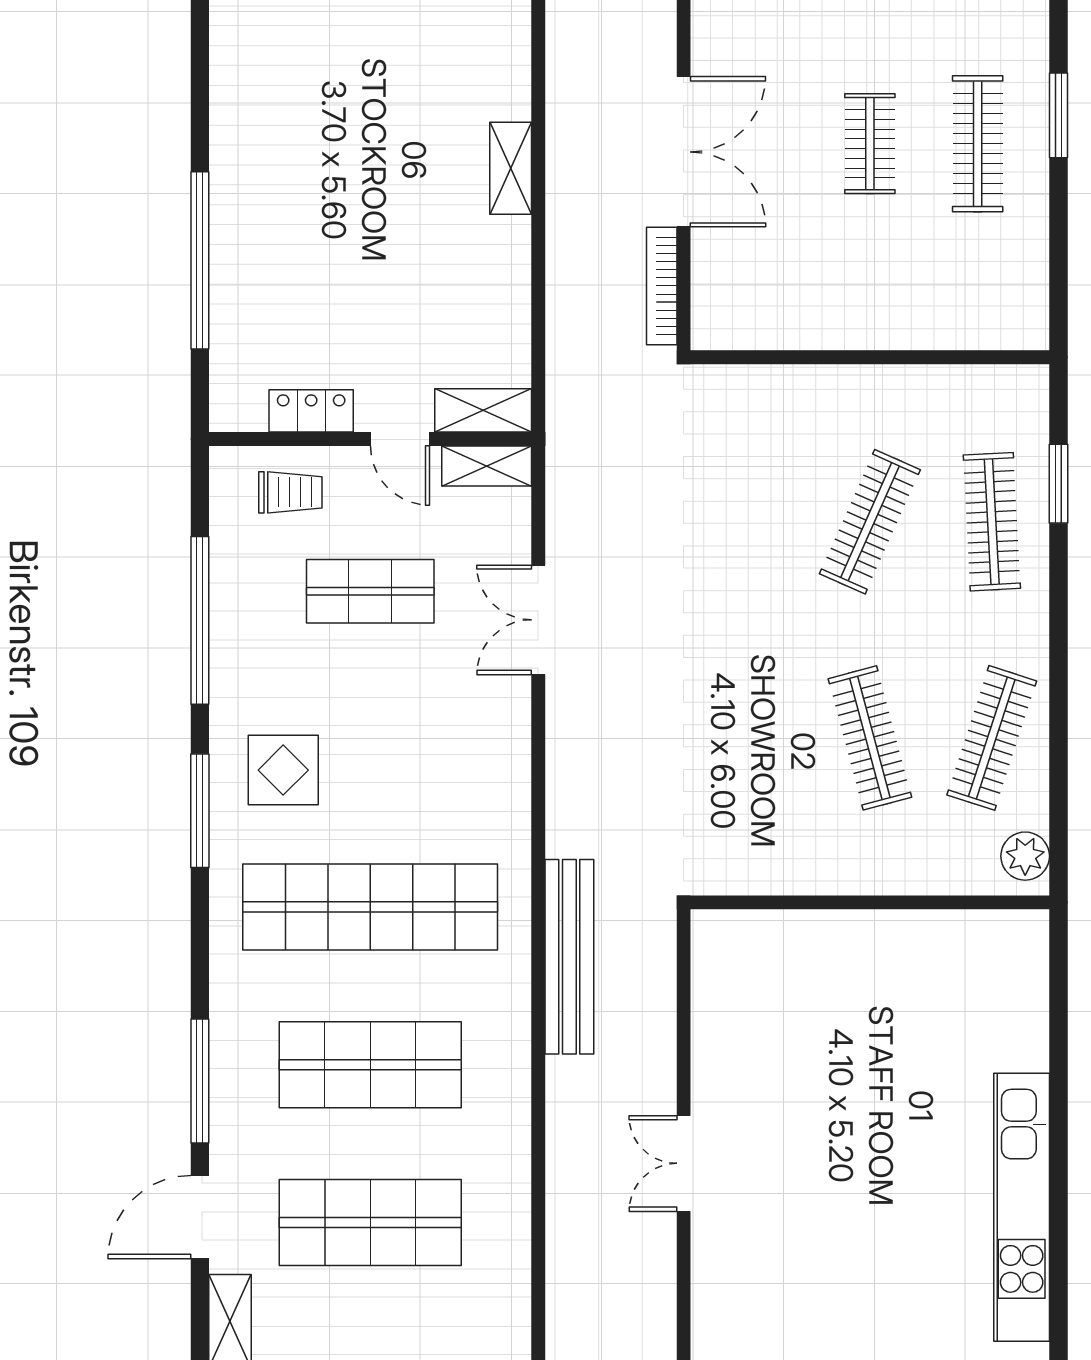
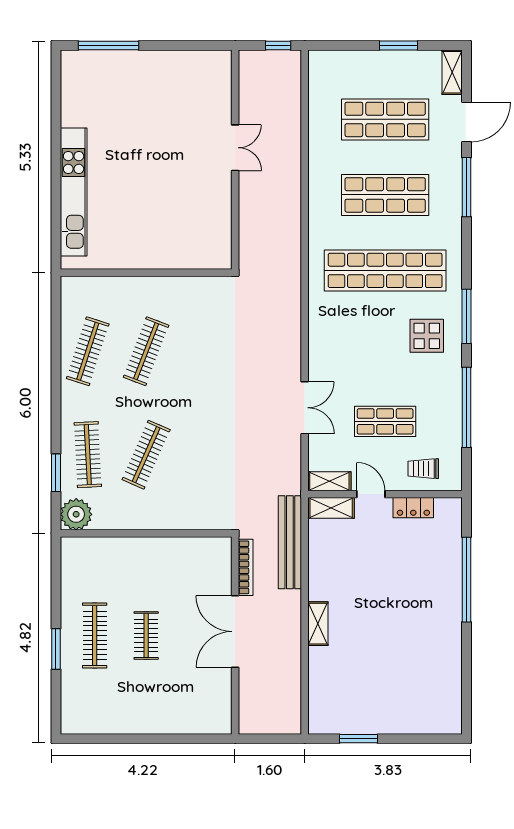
clothes rail: (870, 738) -> (146, 351), turned 36
plant: (1025, 856) -> (76, 514), moved, width x1.36, depth x1.36
bench: (569, 957) -> (290, 542), moved
kitchen unit: (1022, 1207) -> (74, 192), moved

